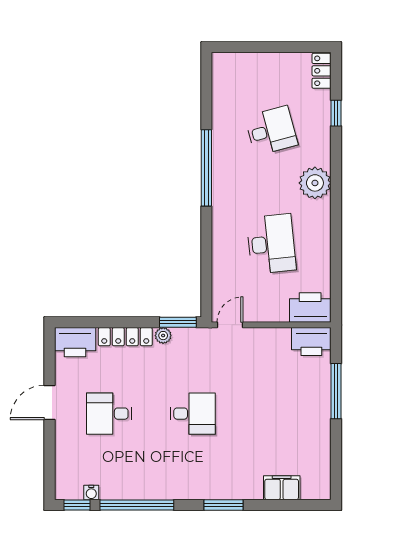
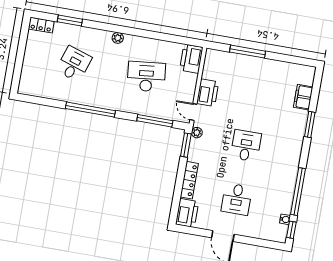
window: (336, 113) -> (70, 21), width x1.50
desk: (271, 131) -> (74, 64), turned 33
plant: (315, 183) -> (118, 38), width x0.53, depth x0.53
window: (206, 269) -> (155, 121), added
plant: (163, 336) -> (197, 133), moved
printer: (311, 341) -> (208, 93), moved
window: (224, 505) -> (310, 125), moved

